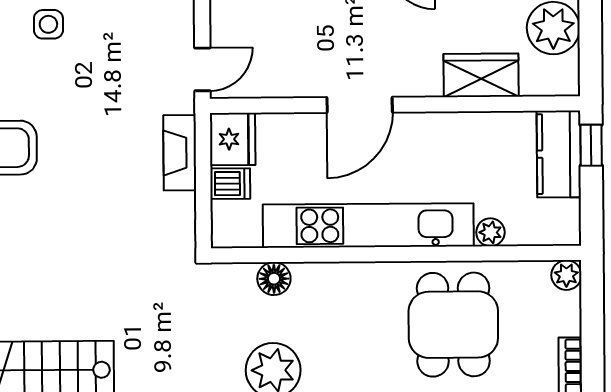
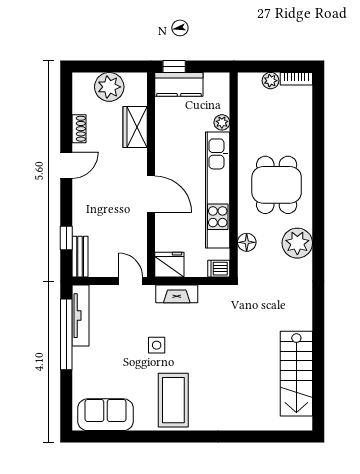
side table: (48, 24) -> (157, 345), moved
dishwasher: (230, 184) -> (219, 269), moved, turned -90
plant: (566, 275) -> (271, 81), moved
dining table: (453, 325) -> (277, 185), moved, turned 90

